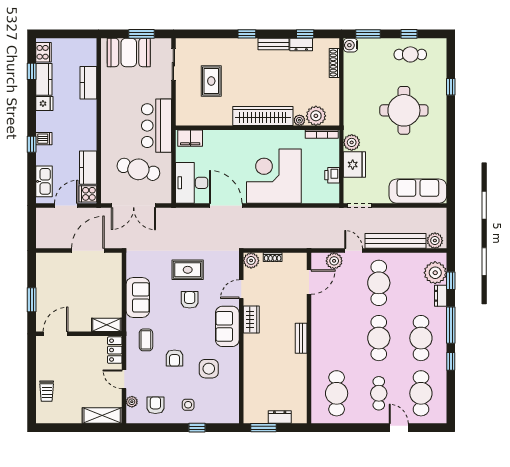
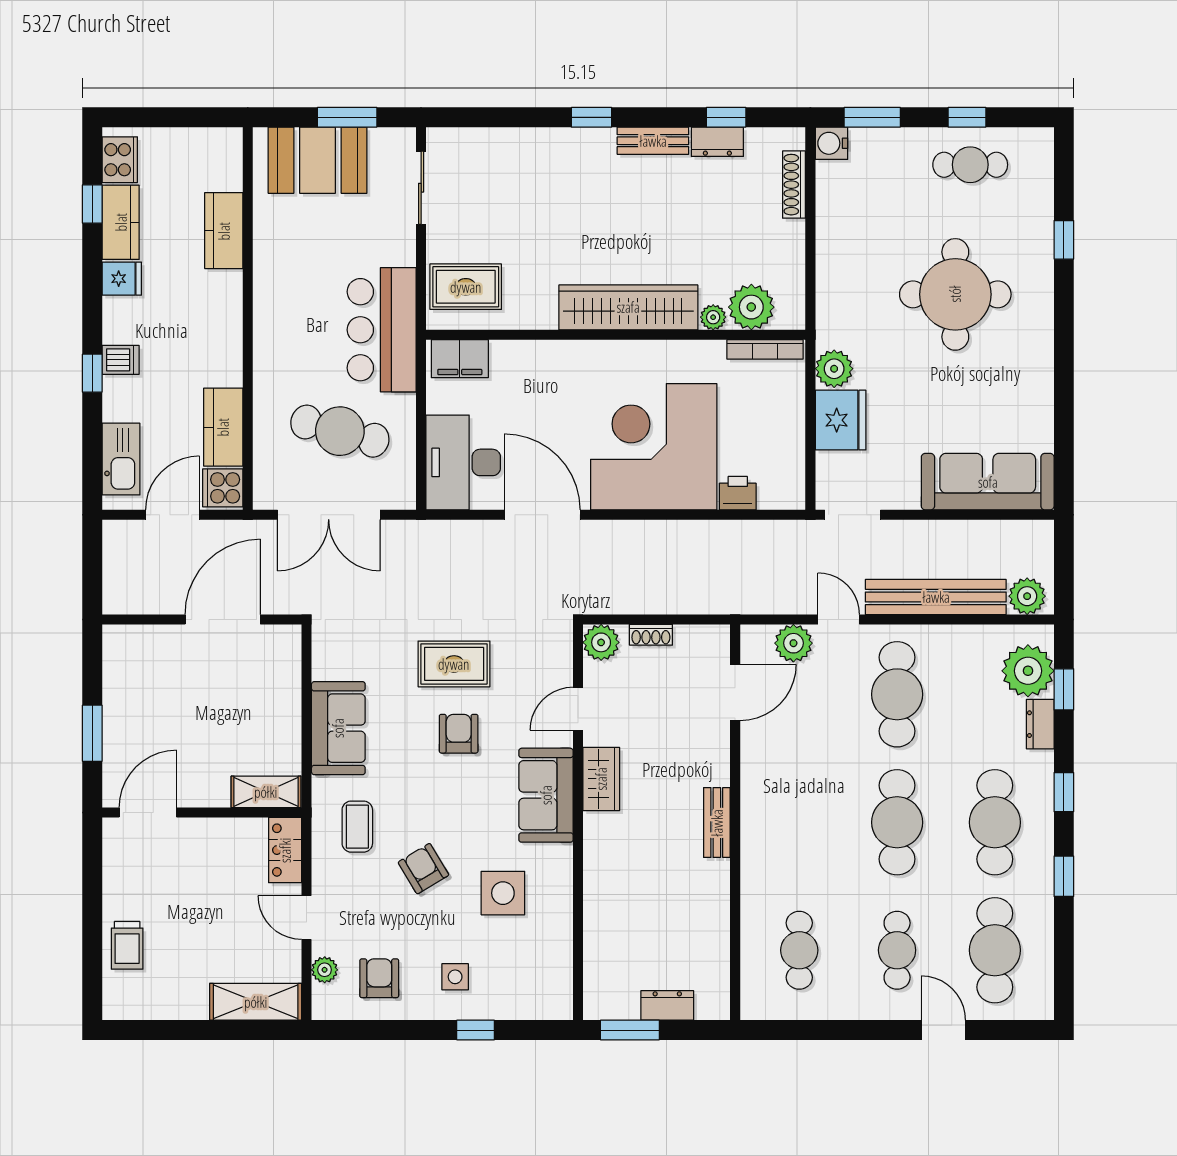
rug: (211, 81) -> (466, 287), moved, turned 90
printer: (332, 175) -> (738, 493), moved, turned 90
window: (451, 325) -> (1064, 792), width x0.46
armchair: (174, 358) -> (423, 869), turned 149
cafe table: (337, 393) -> (799, 950), width x0.73, depth x0.74

